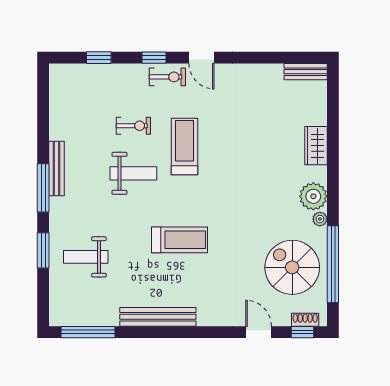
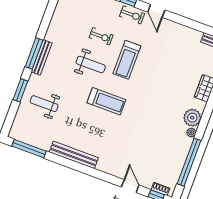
treadmill: (185, 147) -> (127, 60), turned 180
bench: (57, 168) -> (42, 57), moved
treadmill: (180, 240) -> (106, 101), moved
spiral stairs: (292, 267) -> (164, 155), removed

